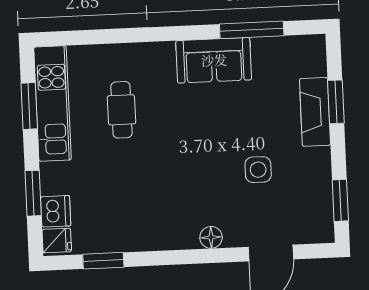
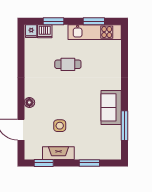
cafe table: (121, 110) -> (68, 64), moved
fireplace: (315, 112) -> (58, 153), moved
window: (103, 261) -> (21, 52), removed

